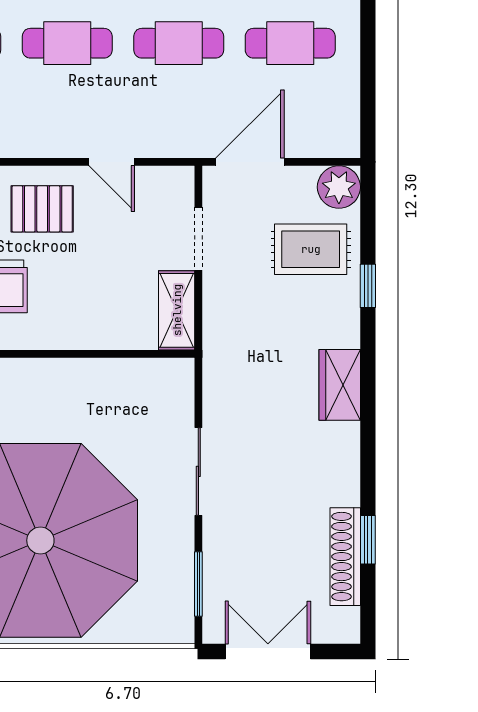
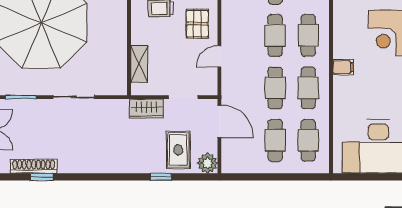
shelving: (177, 310) -> (139, 64), moved, turned 90
wardrobe: (340, 385) -> (146, 109), moved, turned 180

